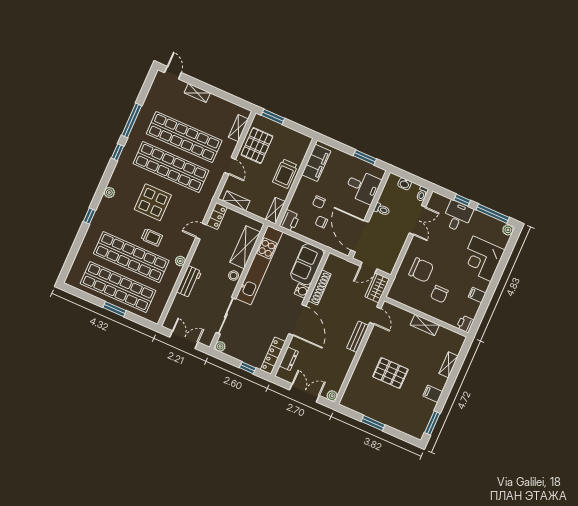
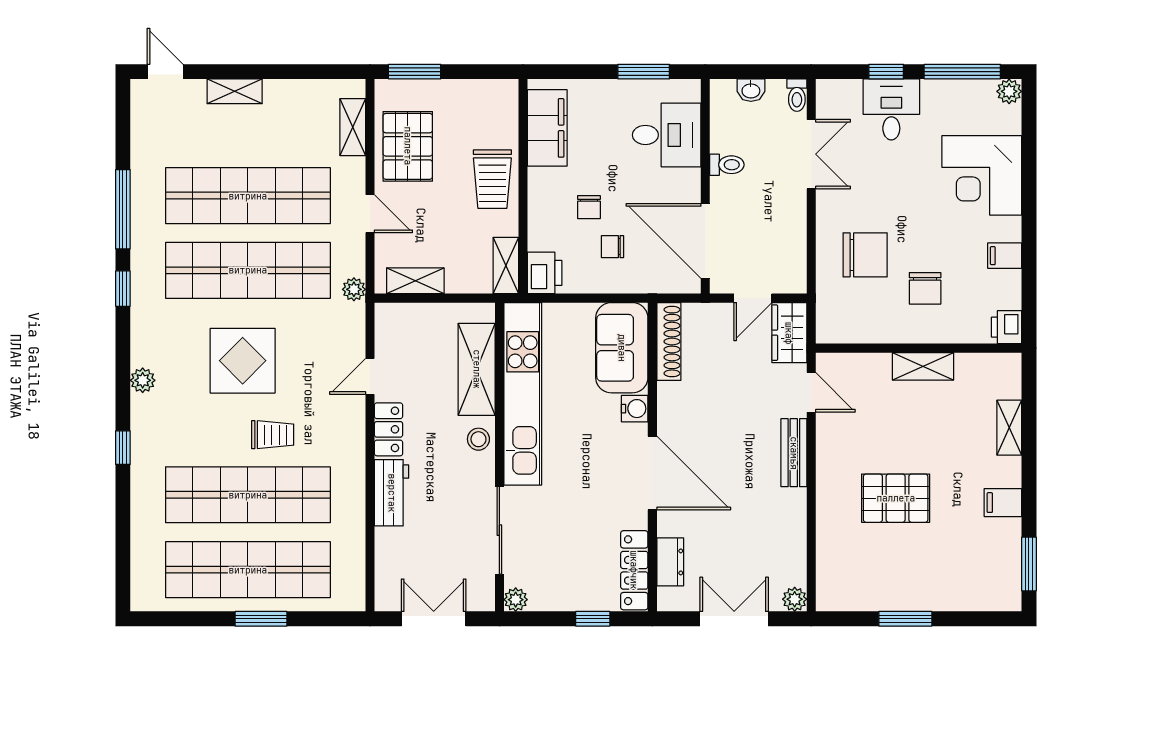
locker: (217, 216) -> (388, 429), moved
plant: (180, 261) -> (354, 289), moved
shoe rack: (320, 287) -> (669, 341), moved

